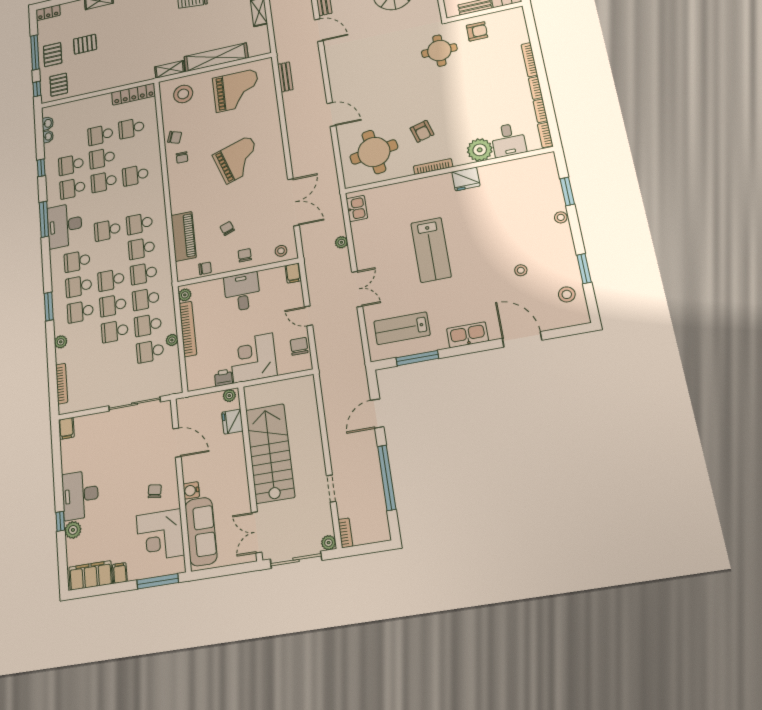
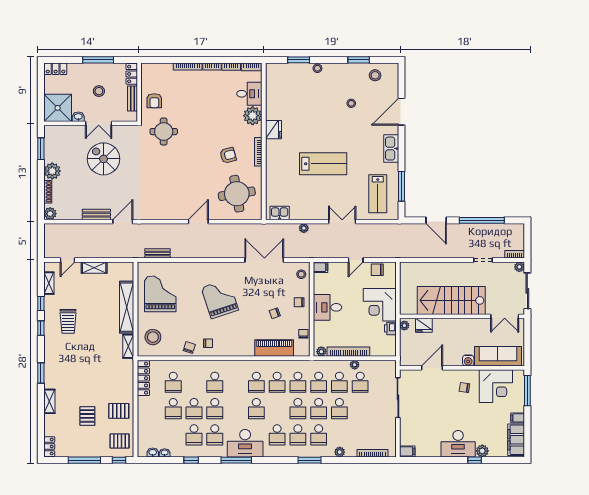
armchair: (477, 31) -> (154, 101), turned 180
pallet: (53, 55) -> (119, 411), moved

